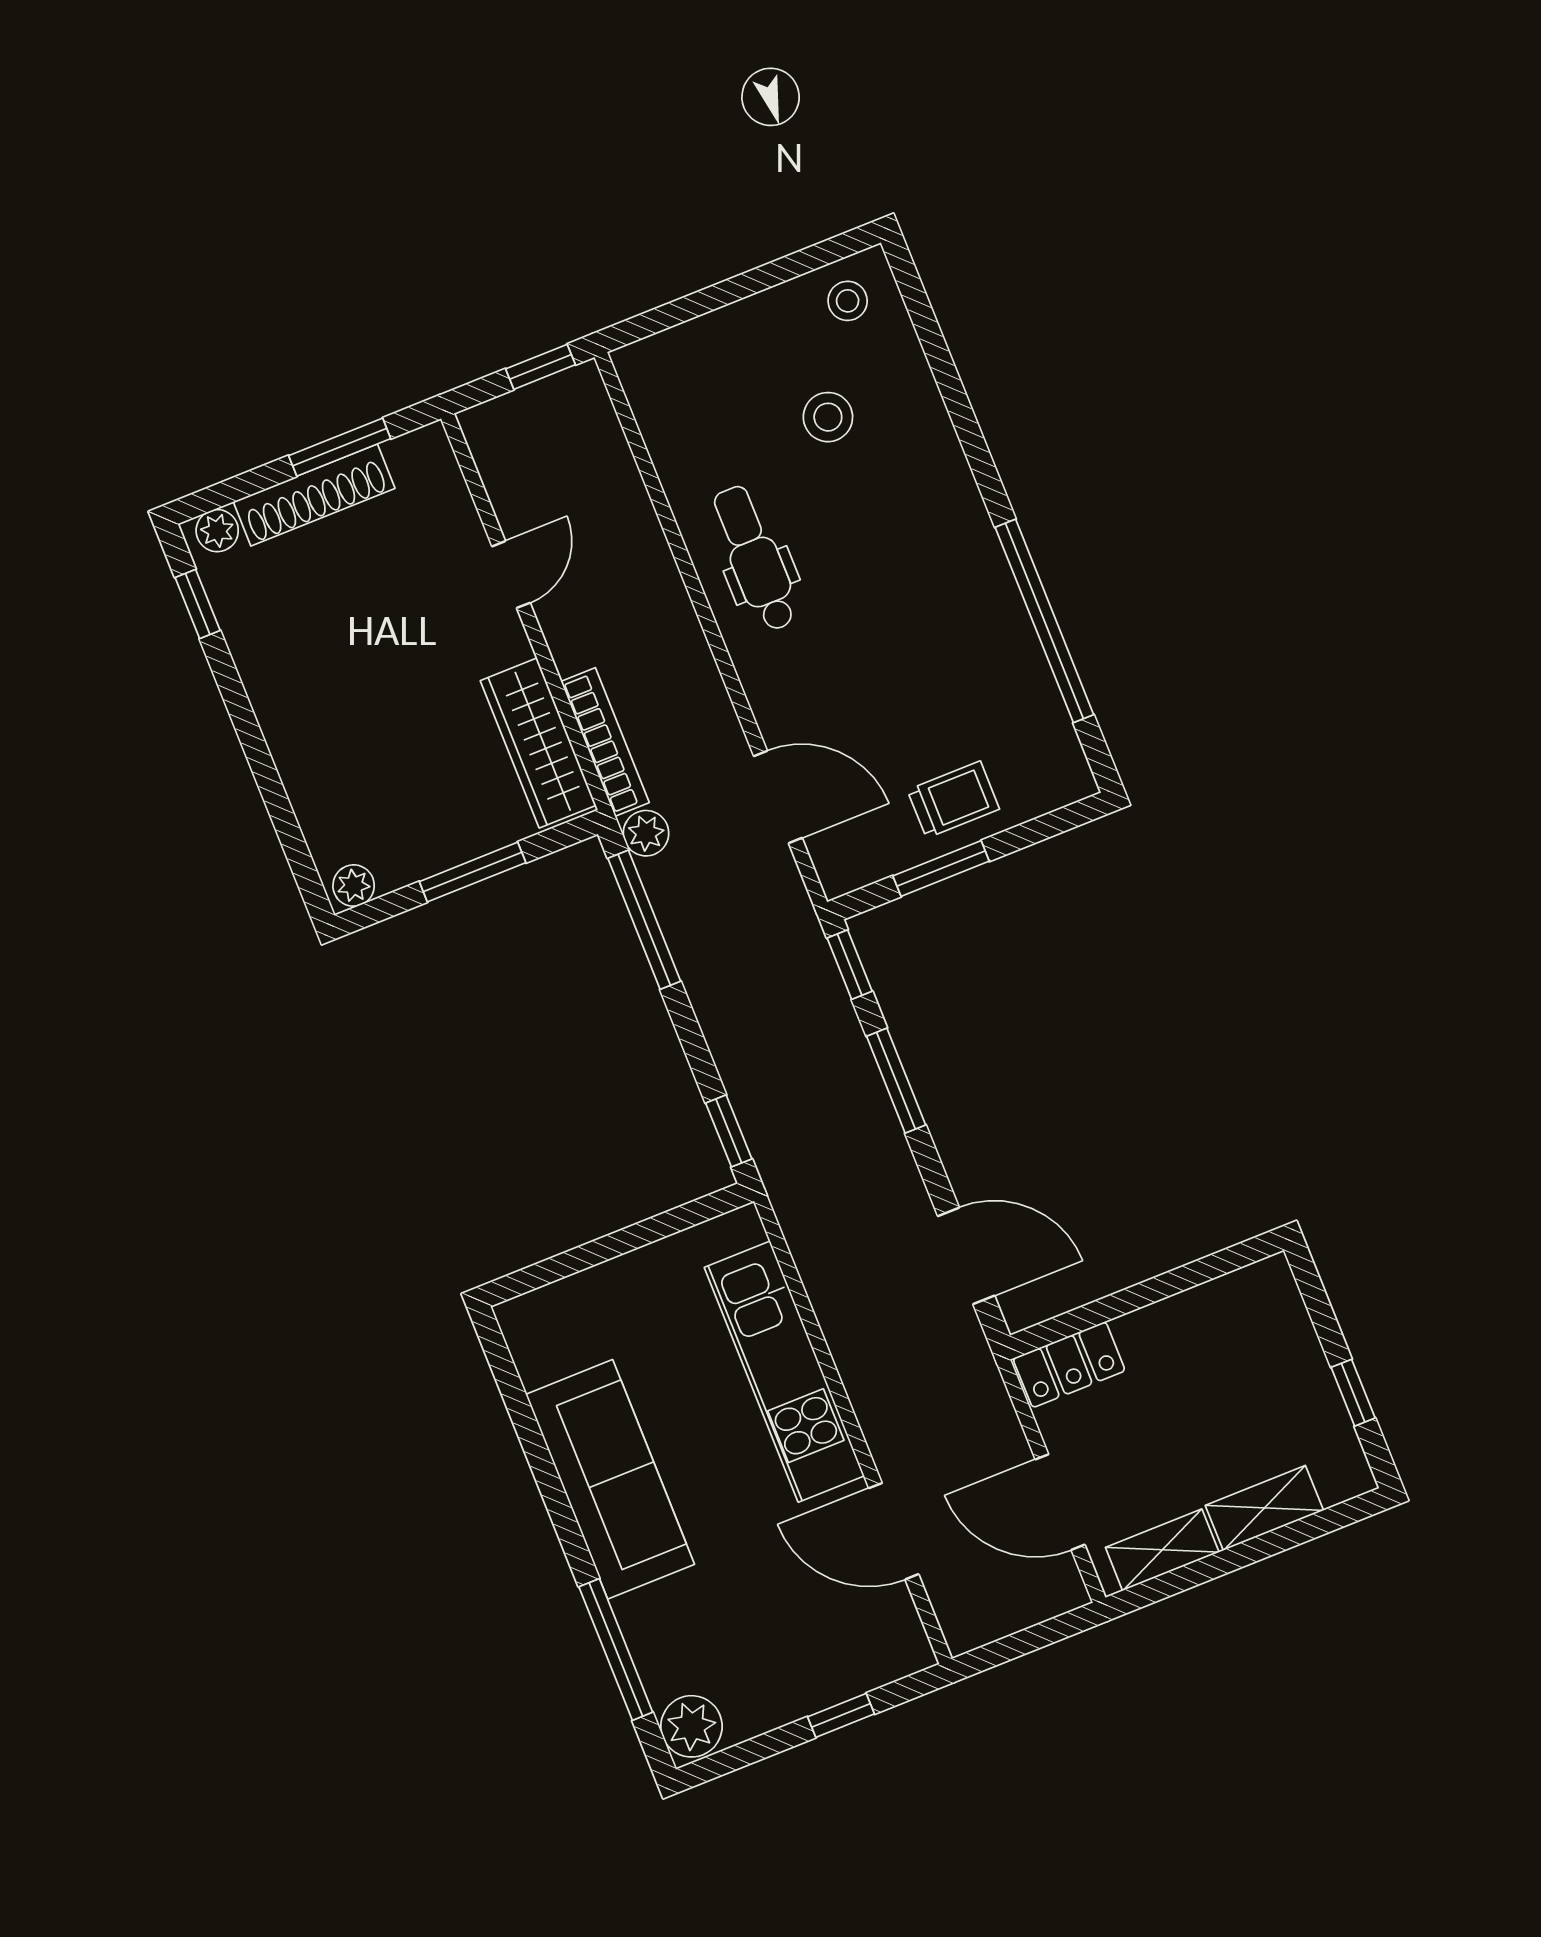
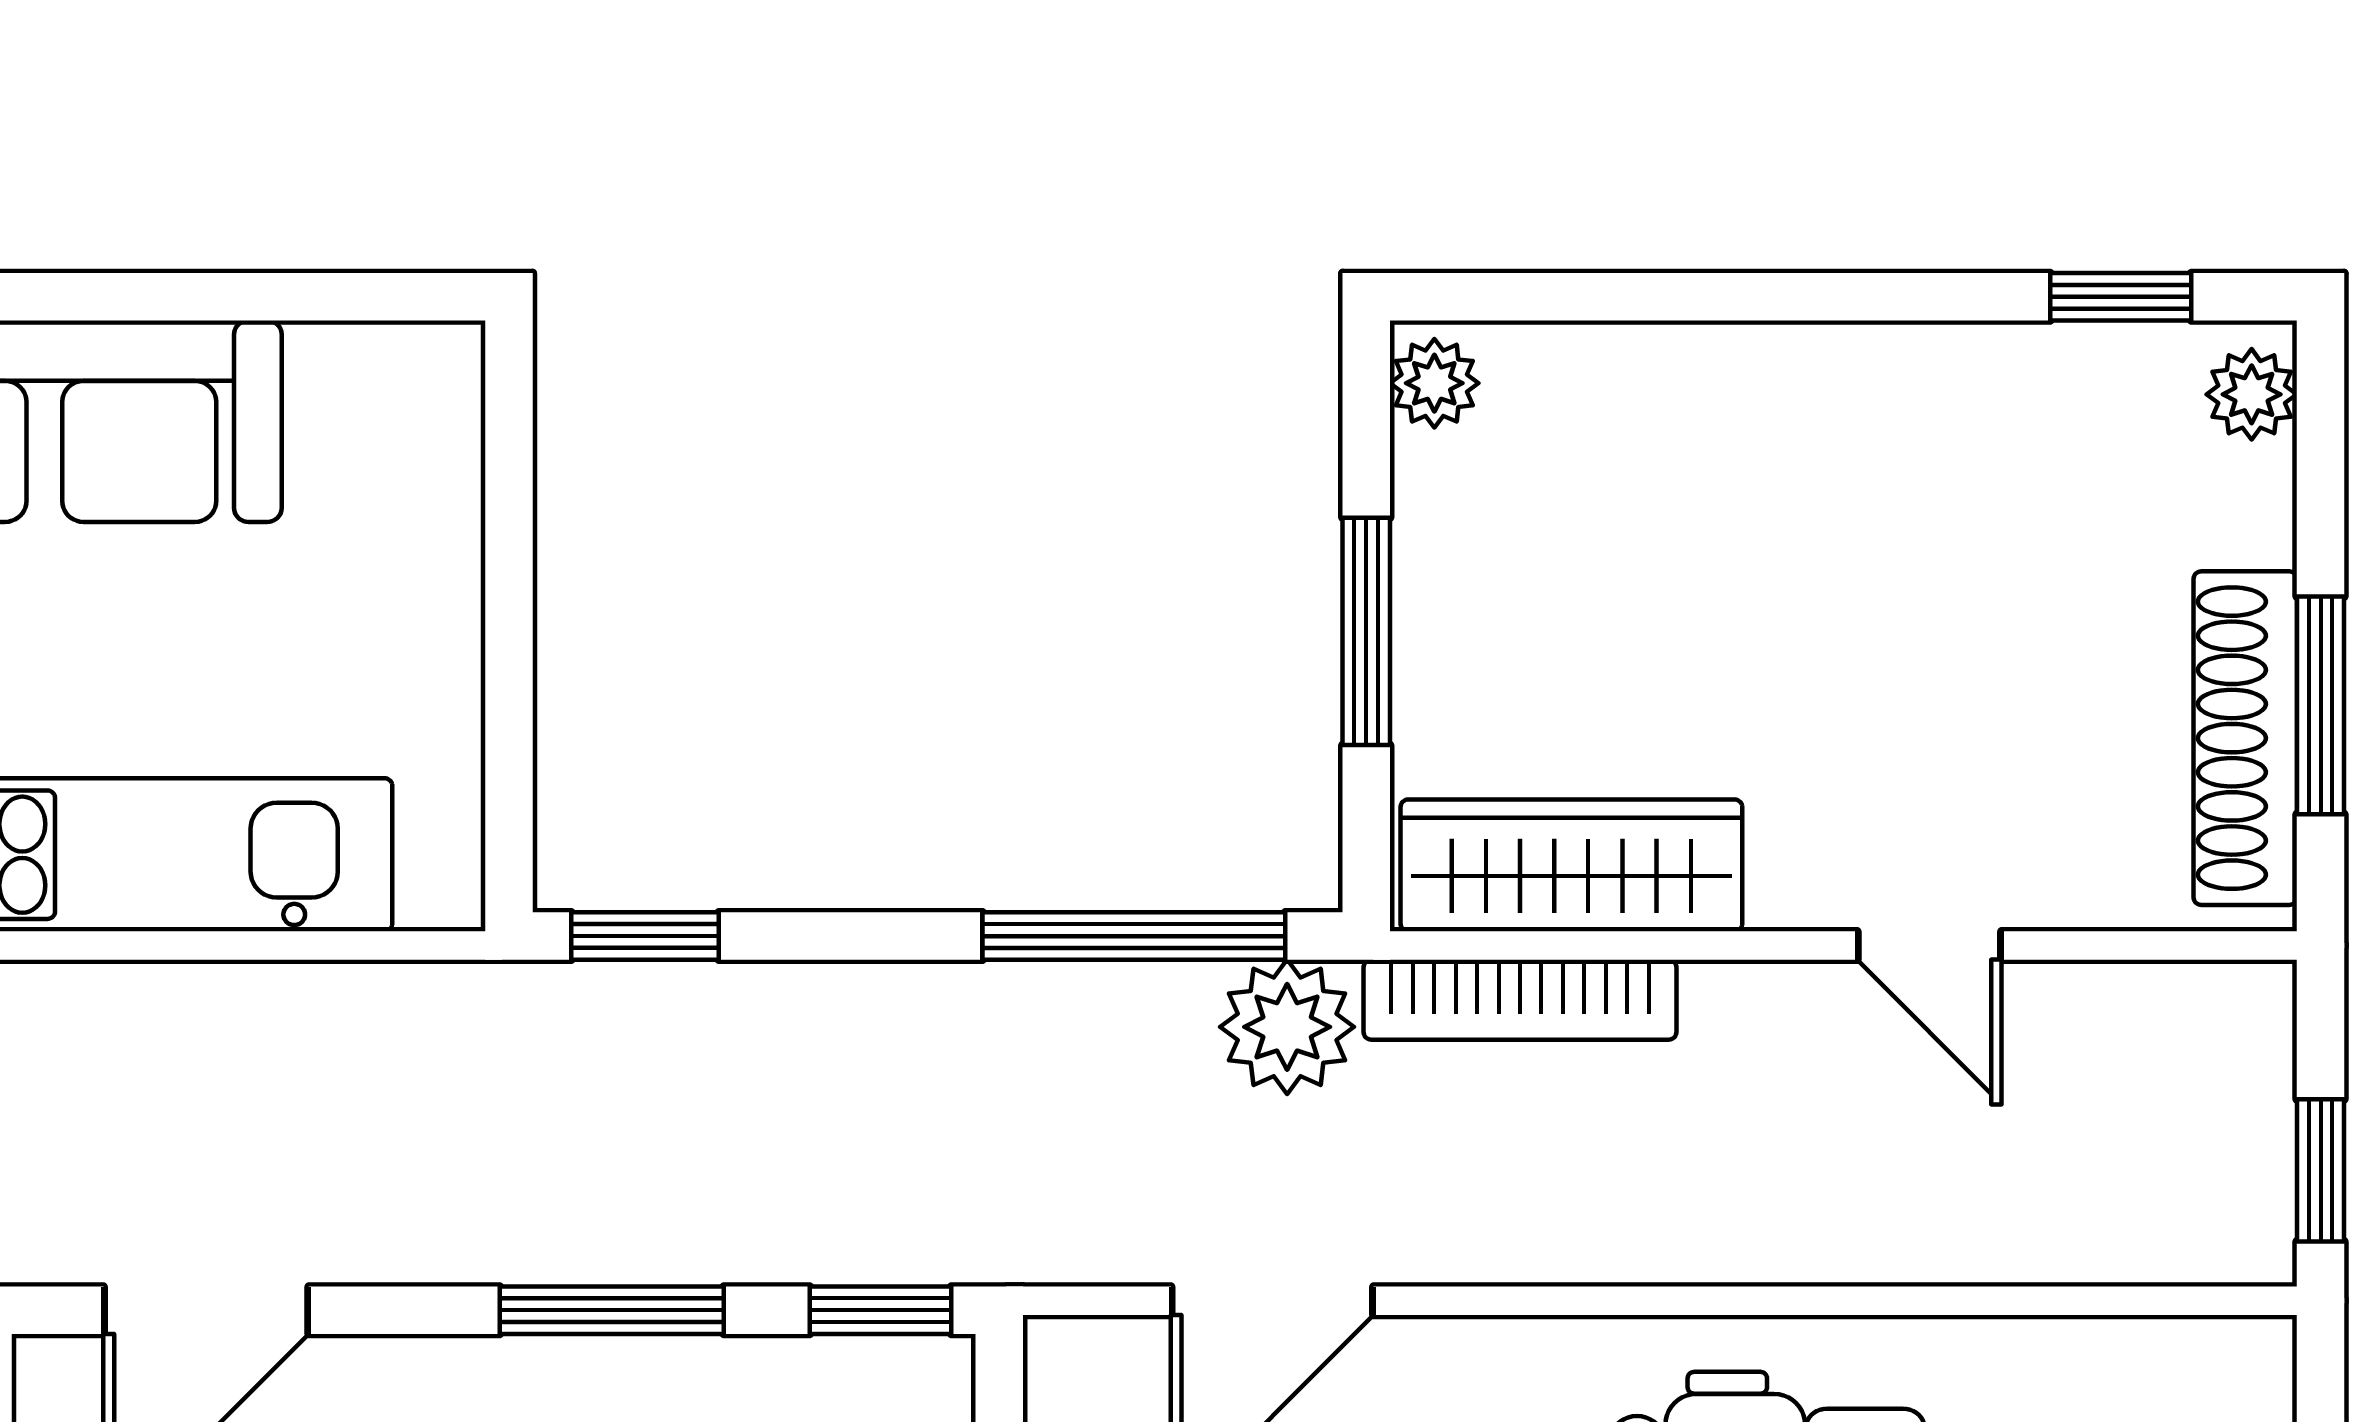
shoe rack: (314, 495) -> (2245, 738), moved
plant: (646, 833) -> (1287, 1027), width x1.38, depth x1.38

